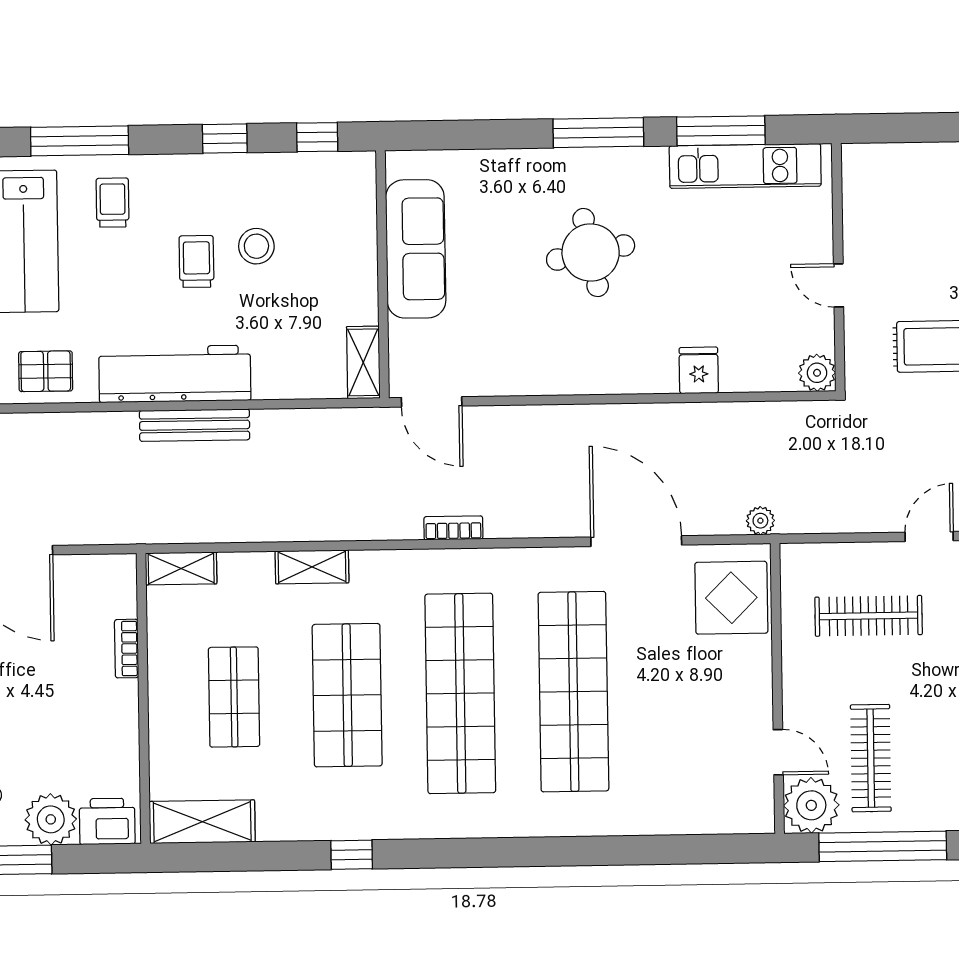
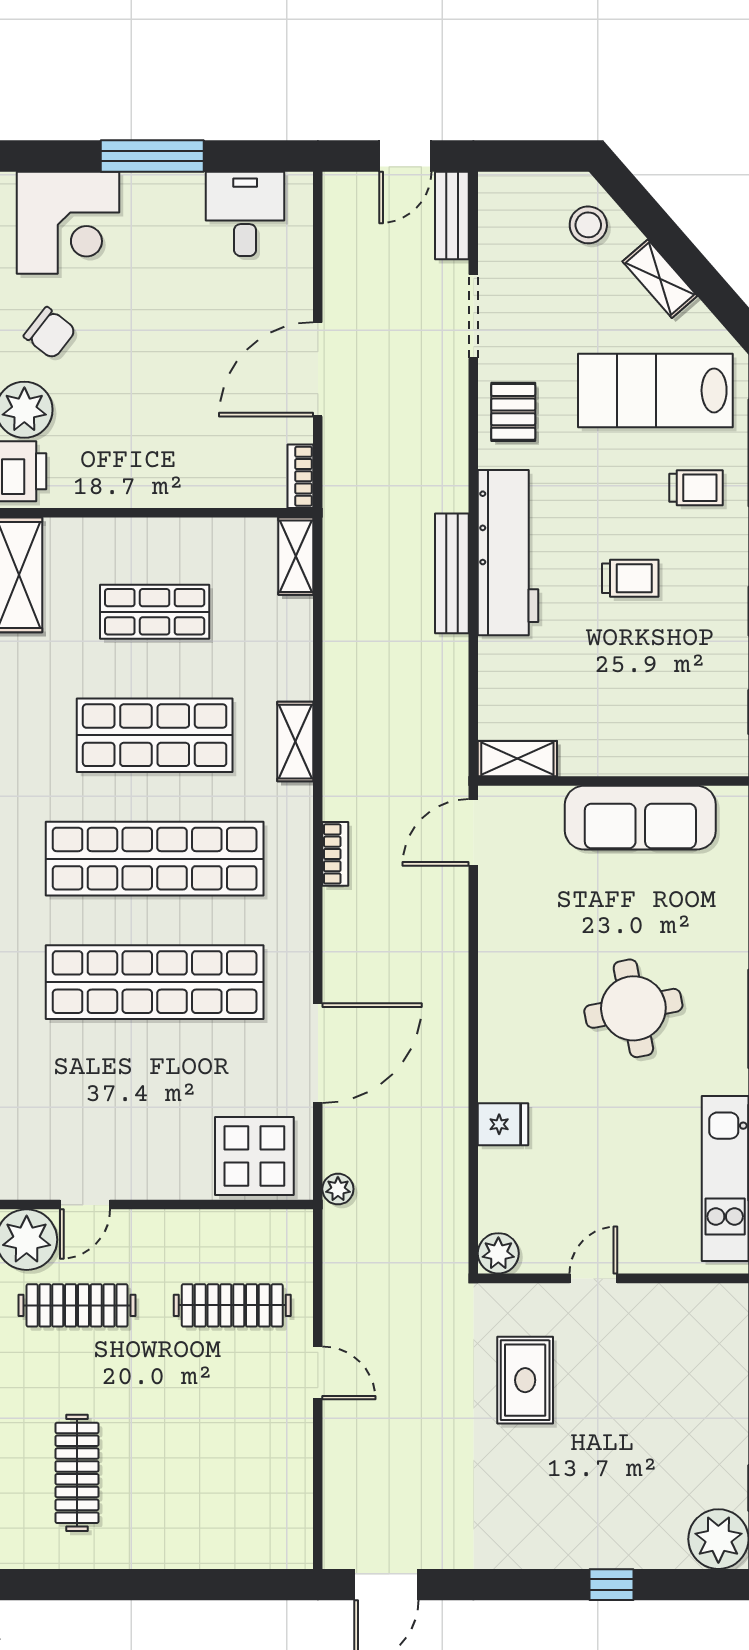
stool: (256, 246) -> (646, 644), removed
shelving: (312, 567) -> (295, 742), moved
clothes rail: (869, 616) -> (232, 1305), turned 90
bookcase: (127, 649) -> (300, 476), moved, turned -90

